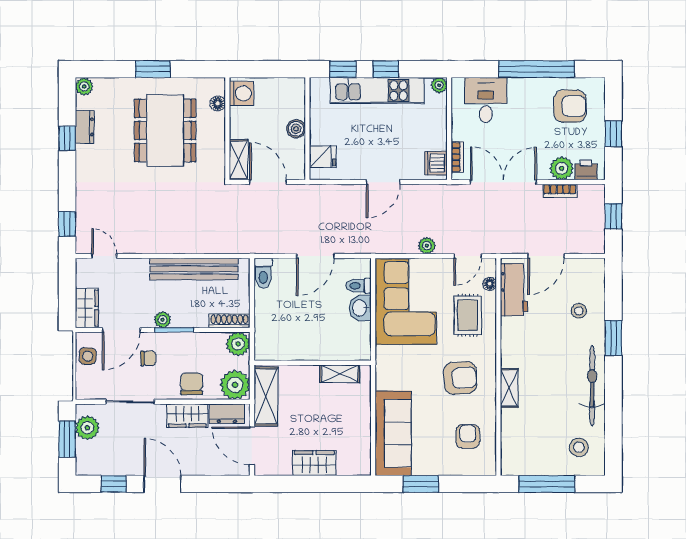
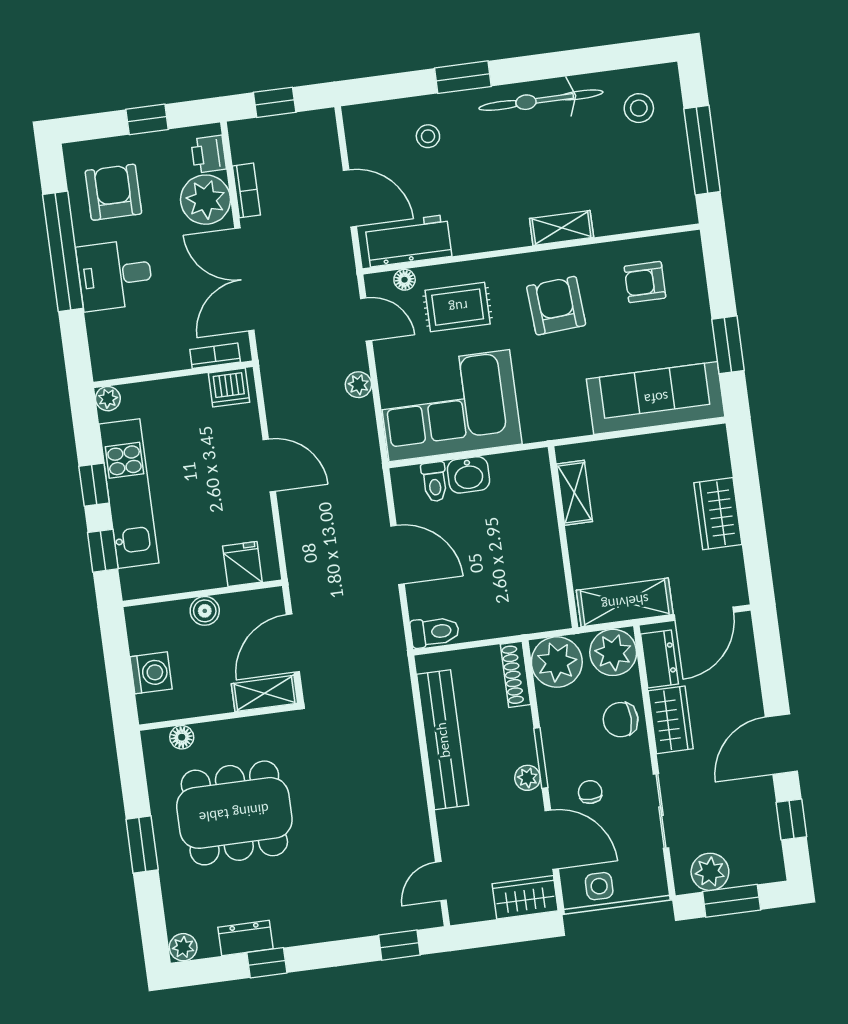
washing machine: (241, 93) -> (151, 673), moved, turned 90
desk: (486, 100) -> (115, 275), moved
plant: (562, 168) -> (206, 200), width x1.36, depth x1.36
plant: (238, 344) -> (557, 662), width x1.36, depth x1.36

